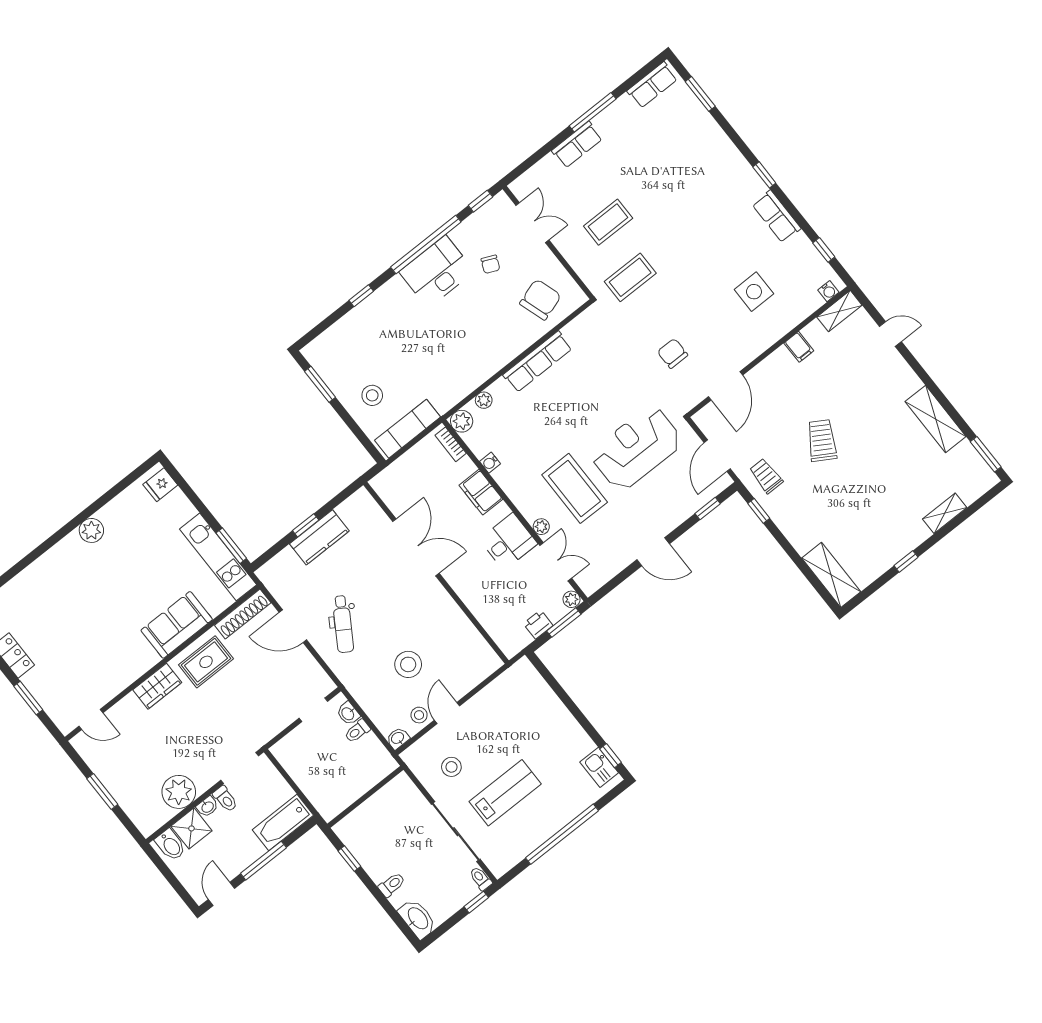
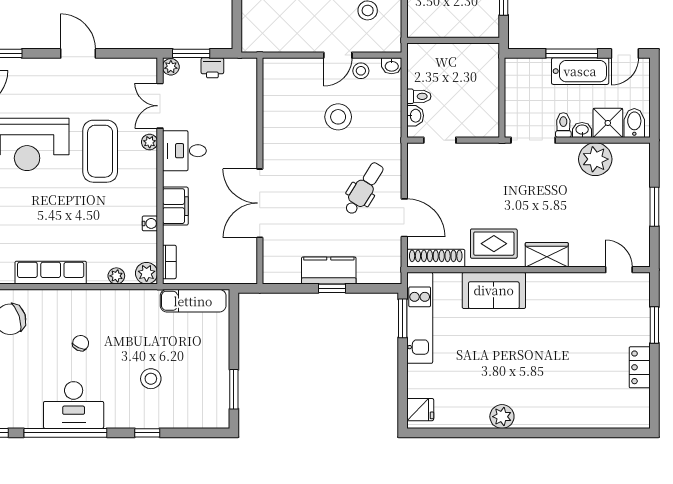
chair: (490, 264) -> (81, 343), moved
stool: (372, 395) -> (151, 379), moved
bathtub: (283, 823) -> (580, 71), moved

